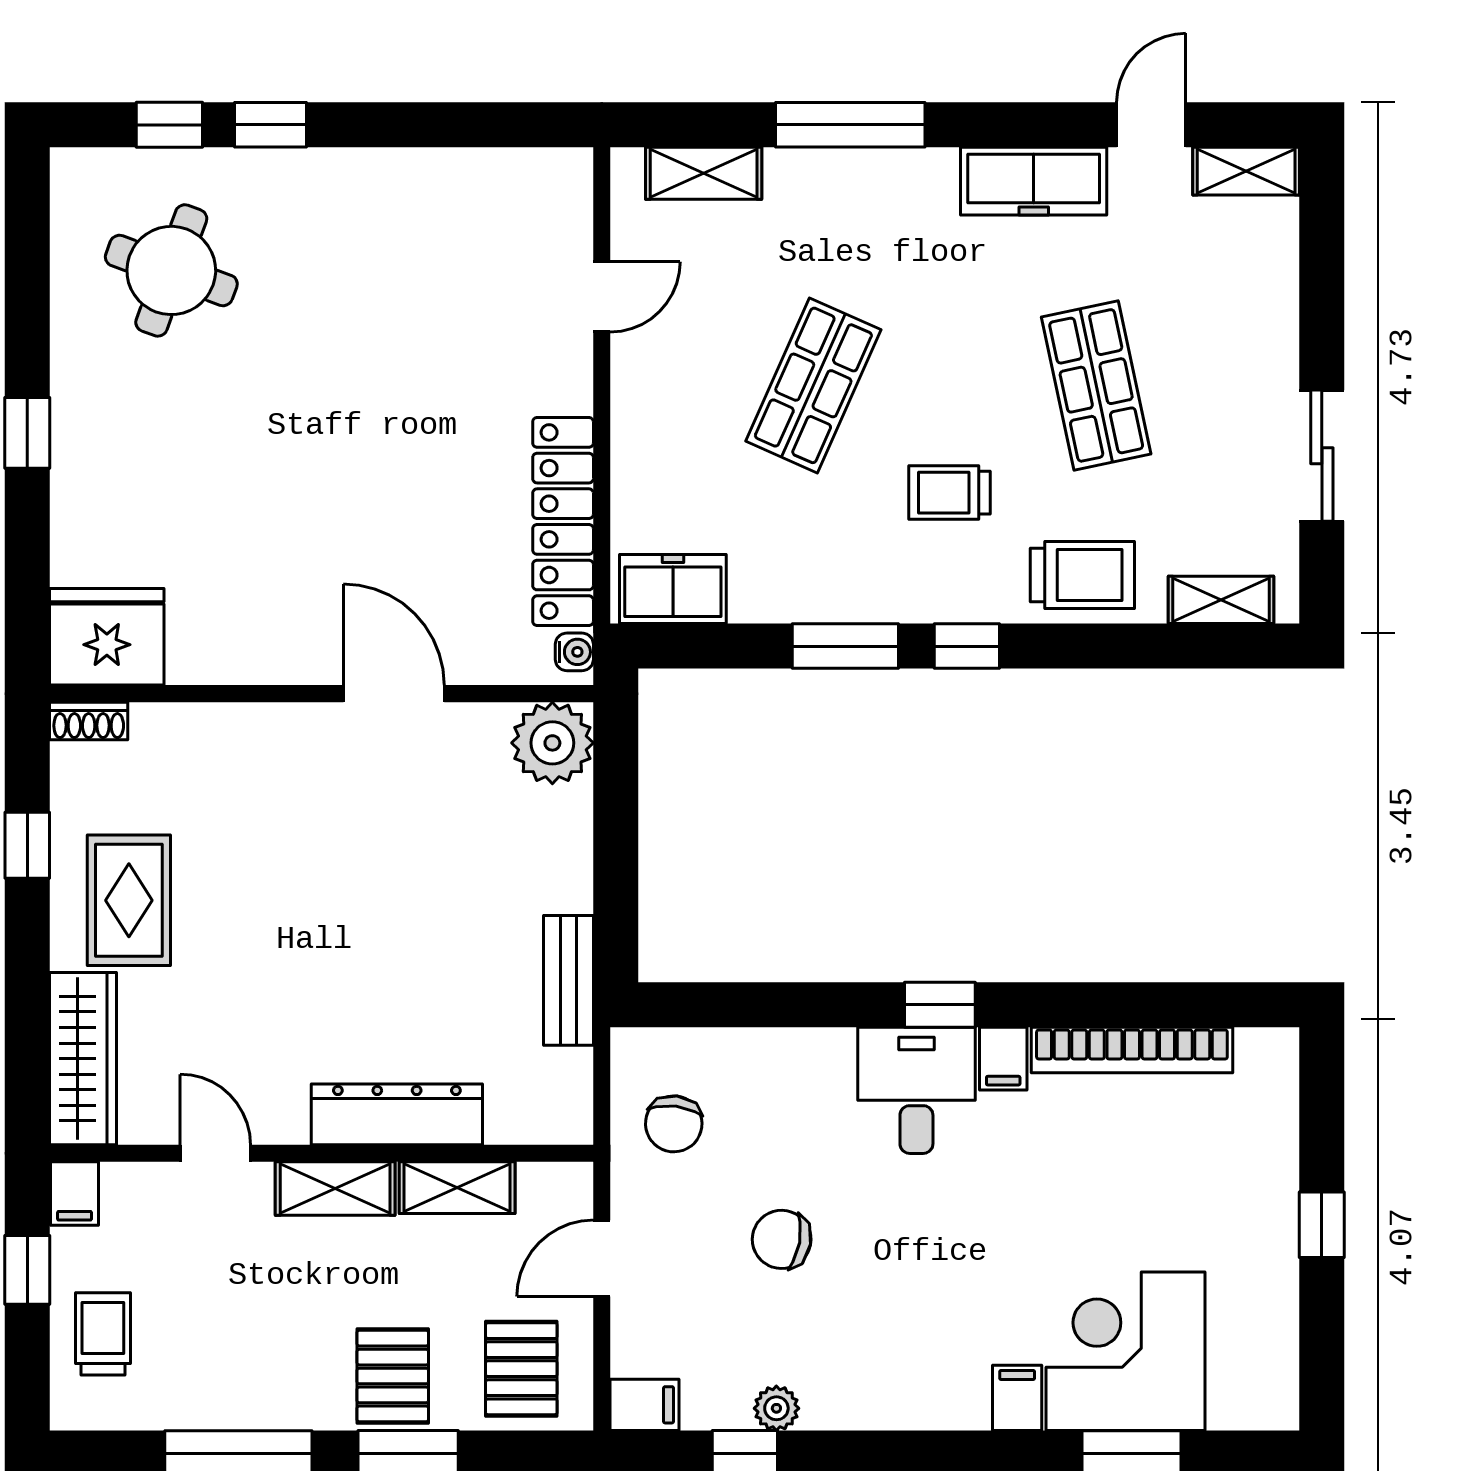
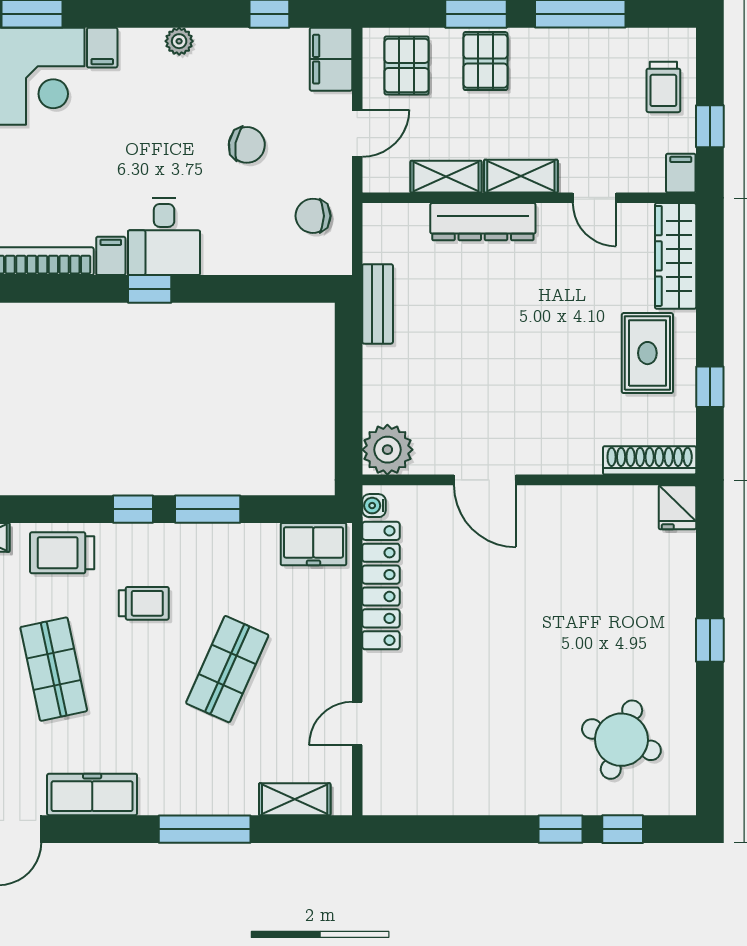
fridge: (107, 637) -> (677, 507), width x0.53, depth x0.75
shoe rack: (89, 721) -> (650, 460), width x1.94, depth x1.24
chair: (674, 1124) -> (313, 216), turned -97
filing cabinet: (644, 1405) -> (331, 59), width x2.00
plant: (776, 1408) -> (179, 41), moved

